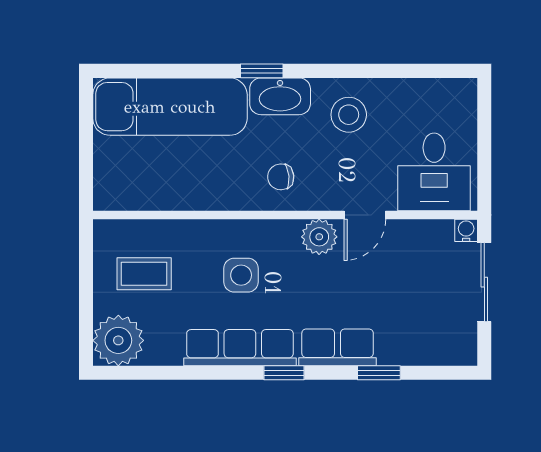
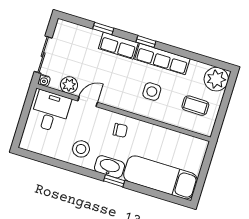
plant: (319, 237) -> (69, 85), moved

